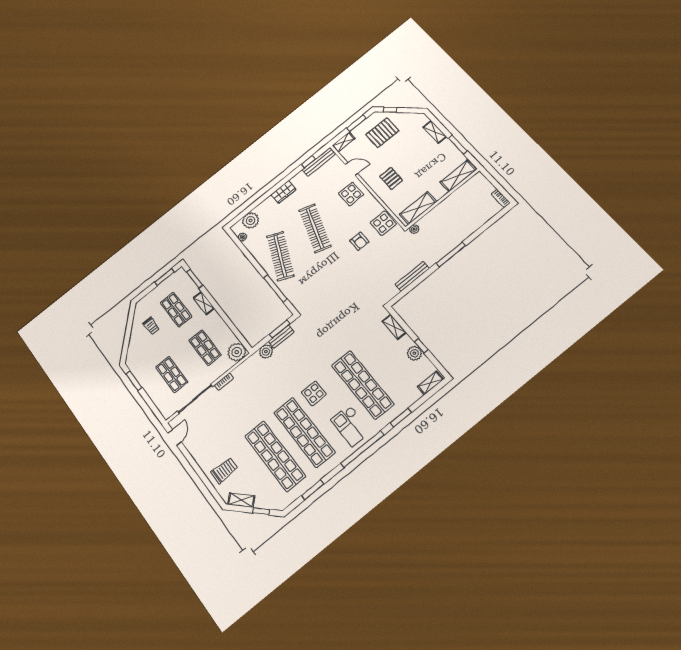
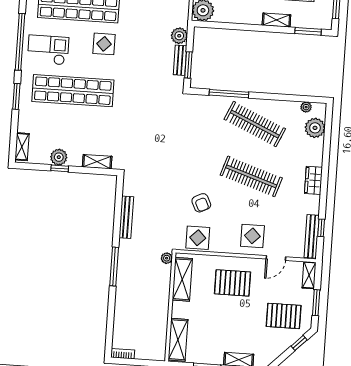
pallet: (382, 133) -> (284, 316), turned 90
pallet: (391, 178) -> (233, 283), width x1.50, depth x1.42
armchair: (359, 241) -> (201, 203), turned -116

